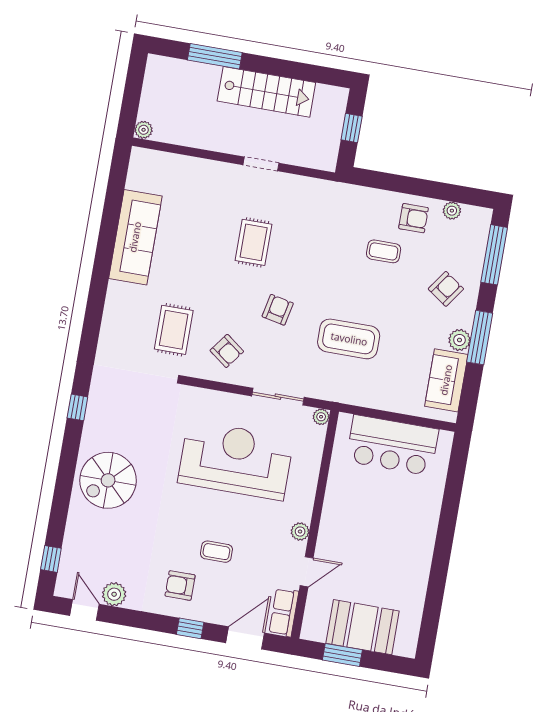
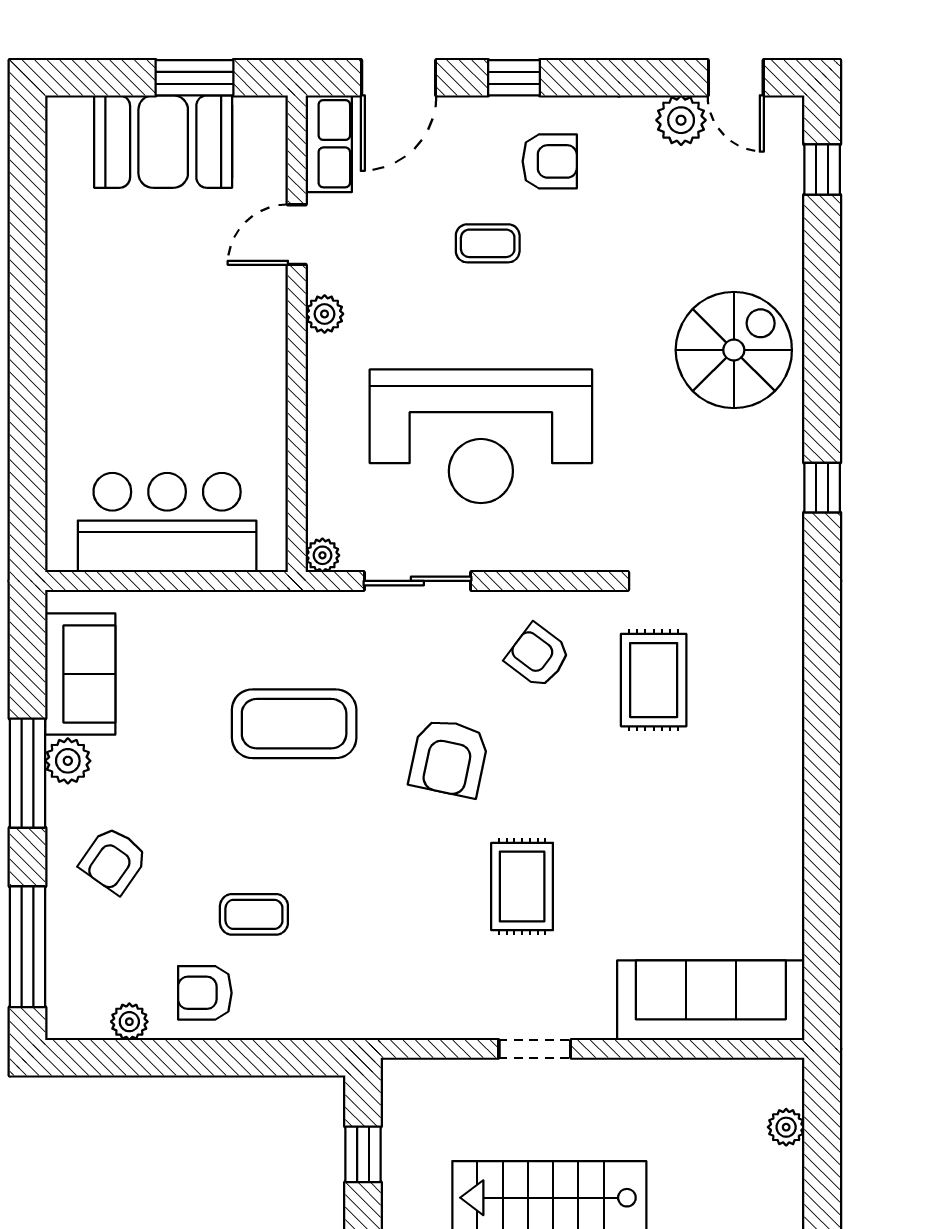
plant: (144, 130) -> (786, 1127), moved
sofa: (135, 237) -> (711, 1000), moved, turned 90
armchair: (278, 310) -> (449, 758), width x1.38, depth x1.38

